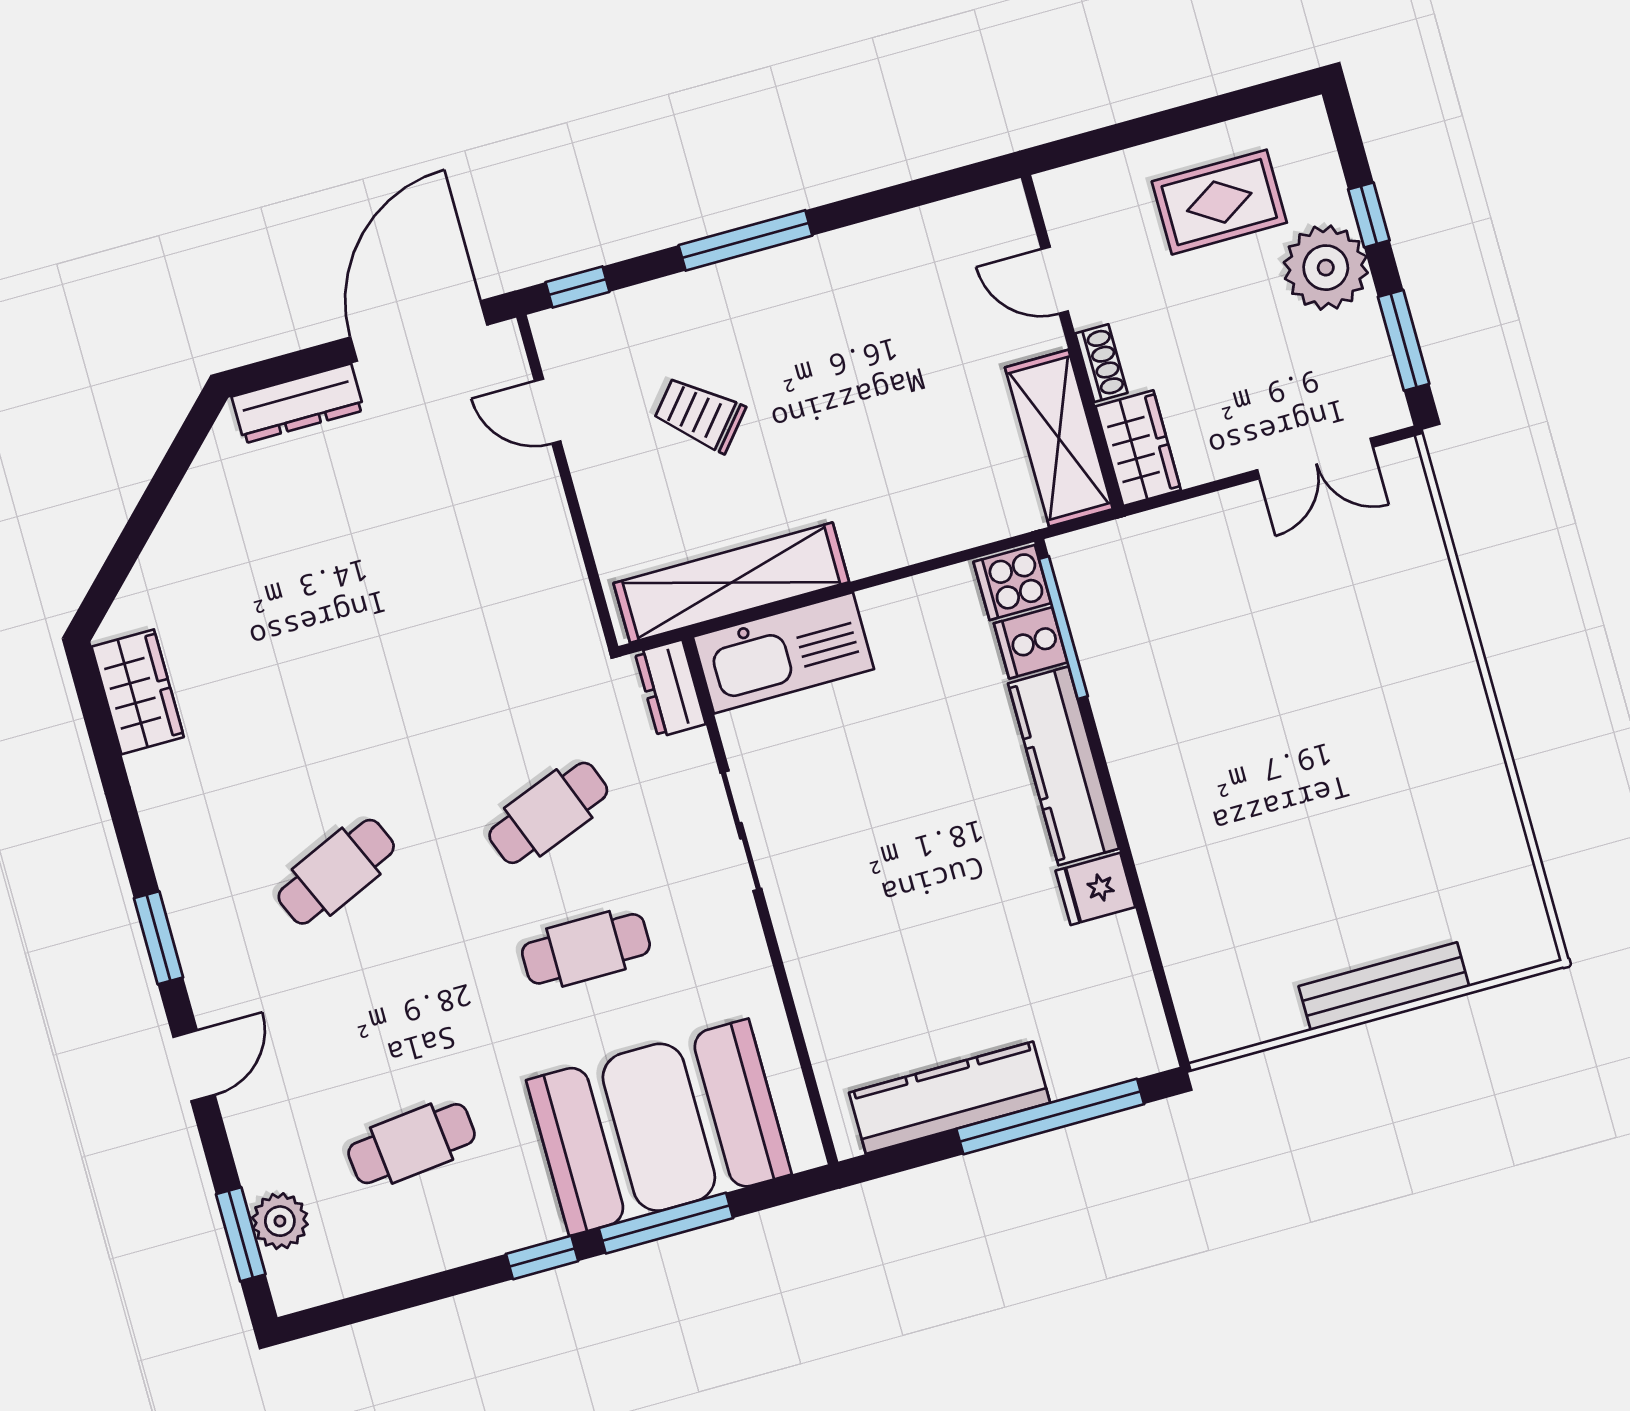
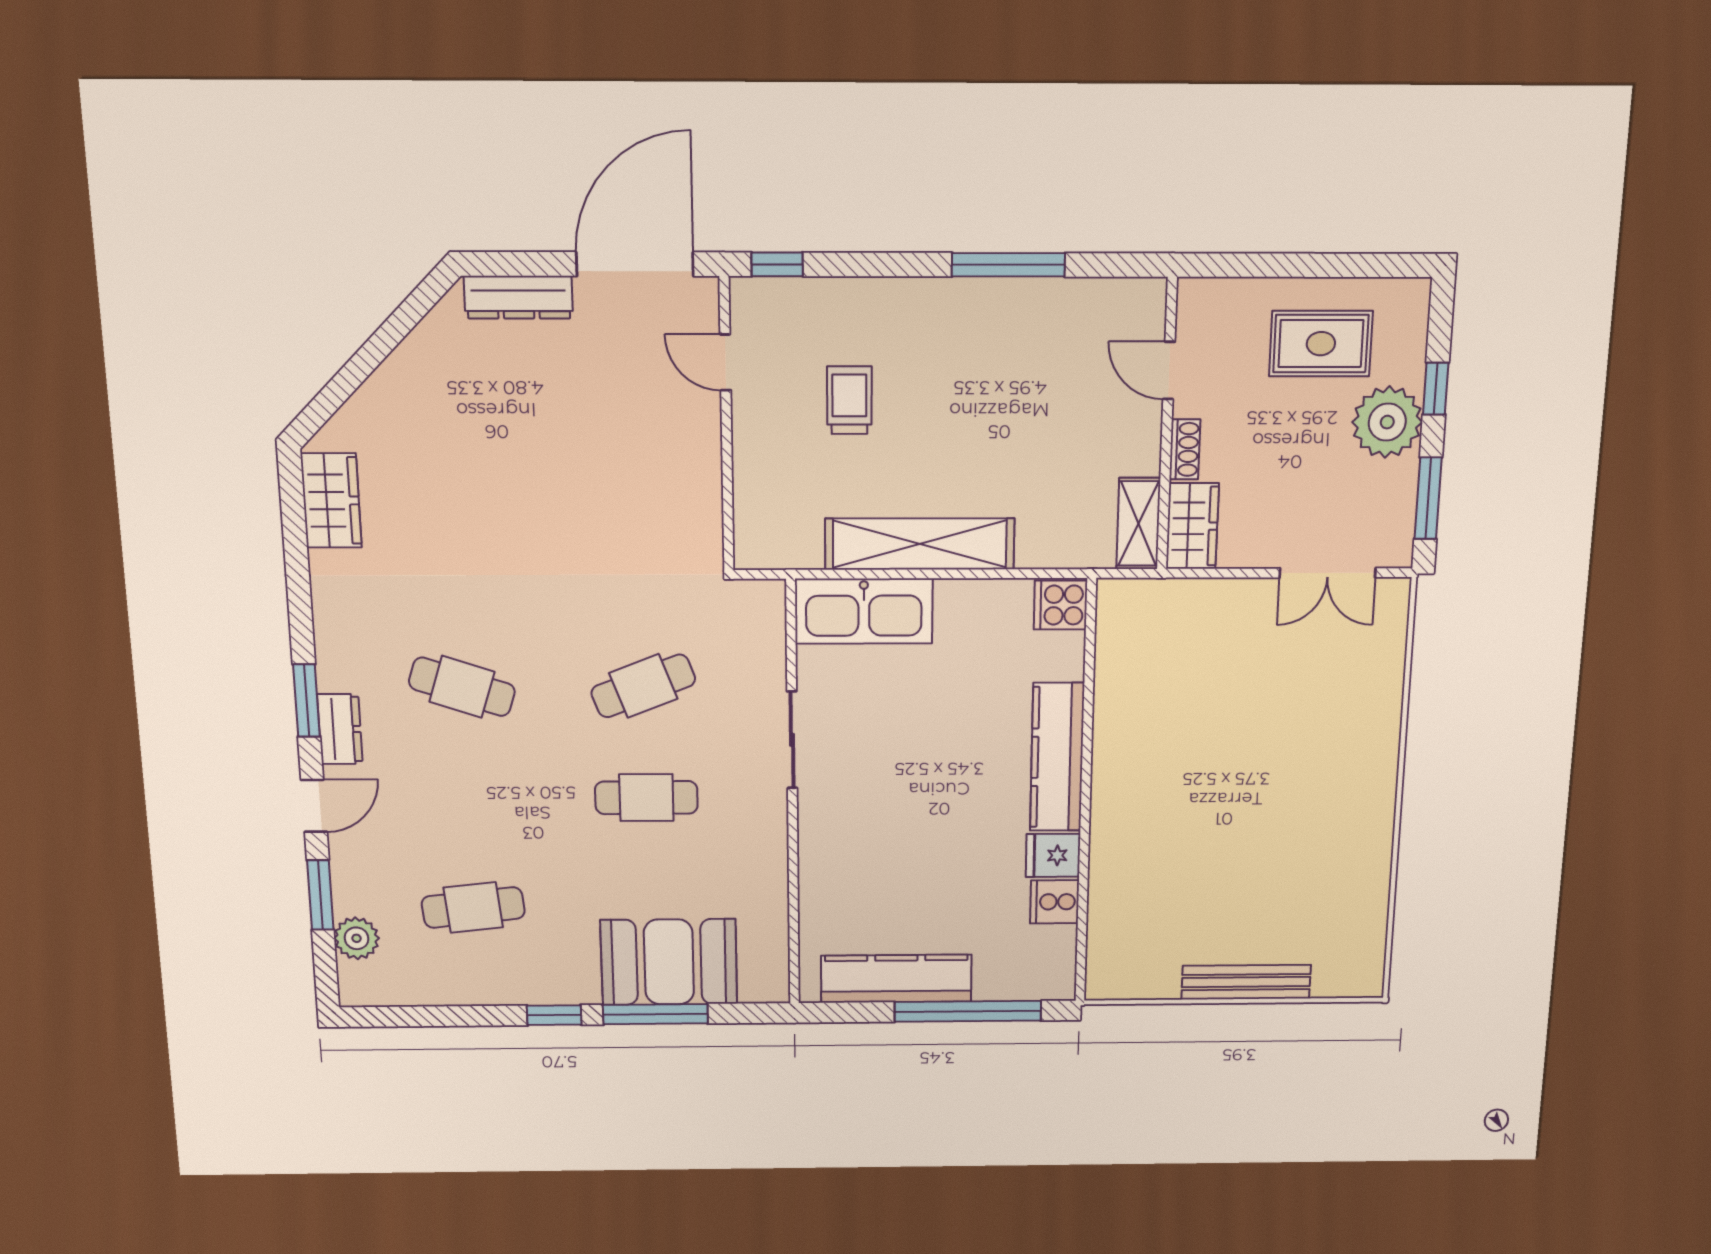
window: (745, 240) -> (1008, 265), moved
trolley: (700, 414) -> (849, 400), turned 50
shelving: (1059, 438) -> (1138, 524), width x0.67, depth x0.75
shelving: (731, 583) -> (920, 544), moved
window: (1063, 628) -> (1090, 651), removed
cooker: (1031, 643) -> (1055, 902), moved
dresser: (670, 688) -> (340, 729), moved, turned 180
cafe table: (336, 872) -> (462, 687), turned 42
booth: (659, 1127) -> (669, 962), width x0.73, depth x0.70
window: (241, 1234) -> (320, 895), moved

